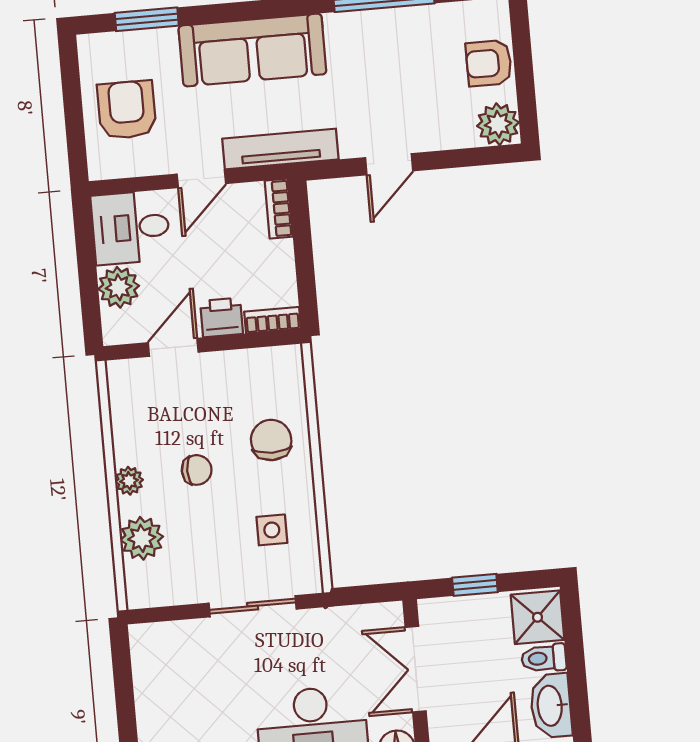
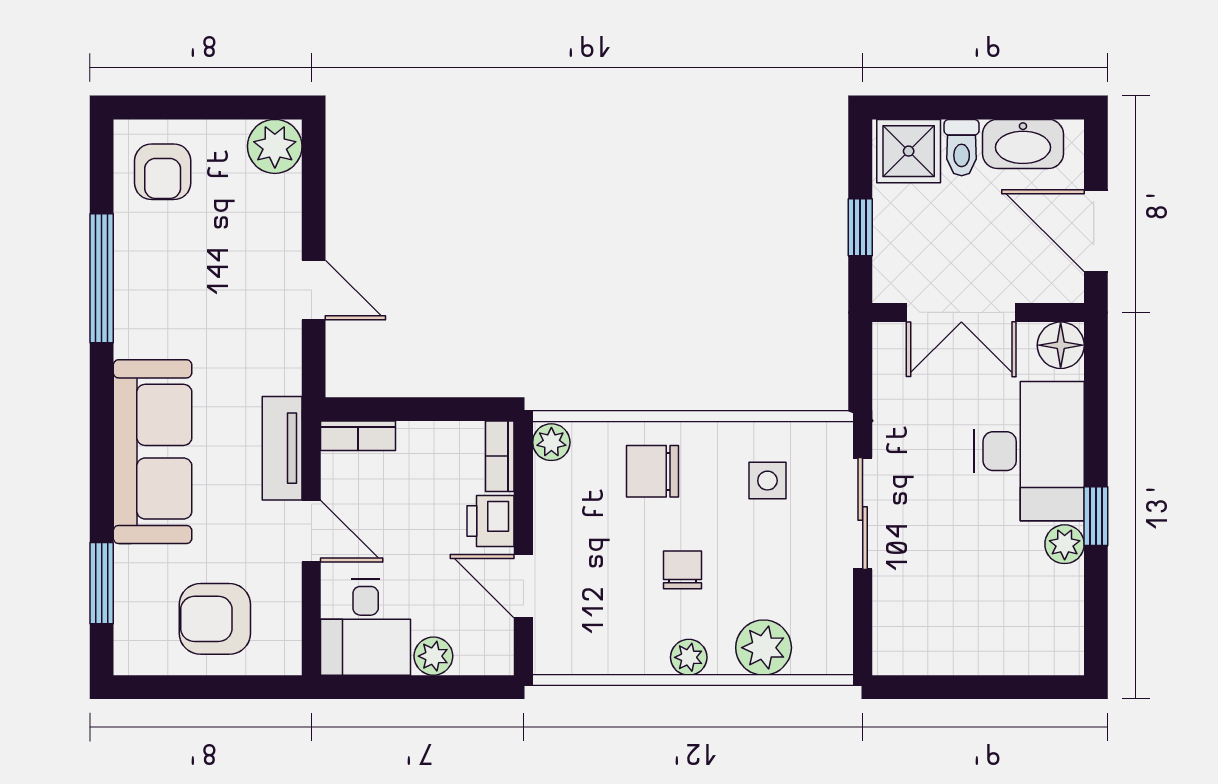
armchair: (489, 63) -> (163, 172), moved
tv unit: (280, 149) -> (282, 448), width x0.71
plant: (119, 287) -> (433, 656), width x0.73, depth x0.73
plant: (287, 359) -> (551, 442), added

